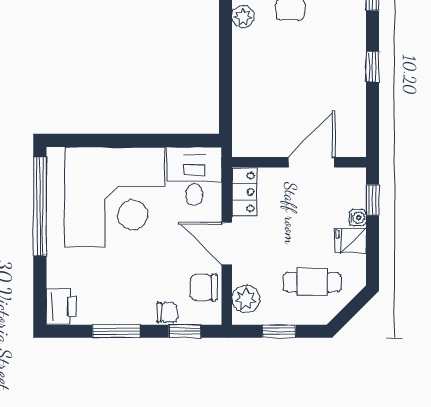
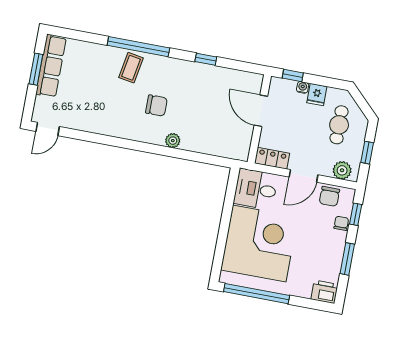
plant: (243, 17) -> (173, 141), moved

